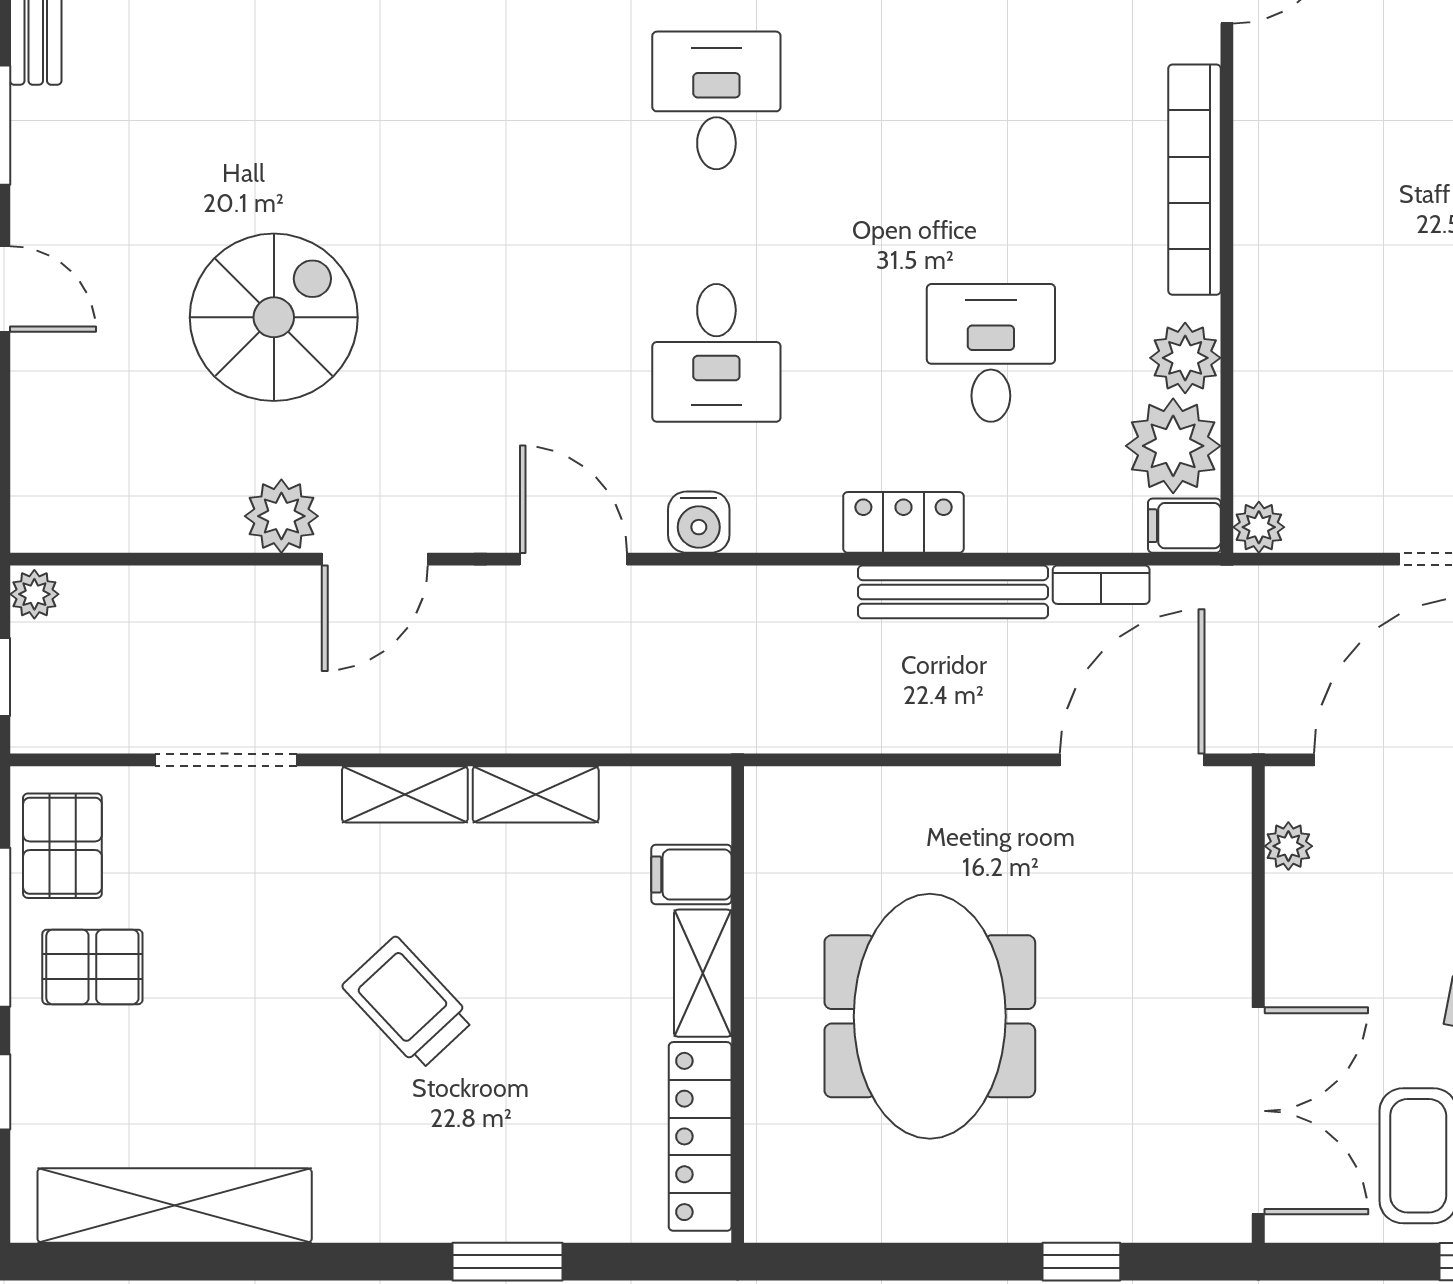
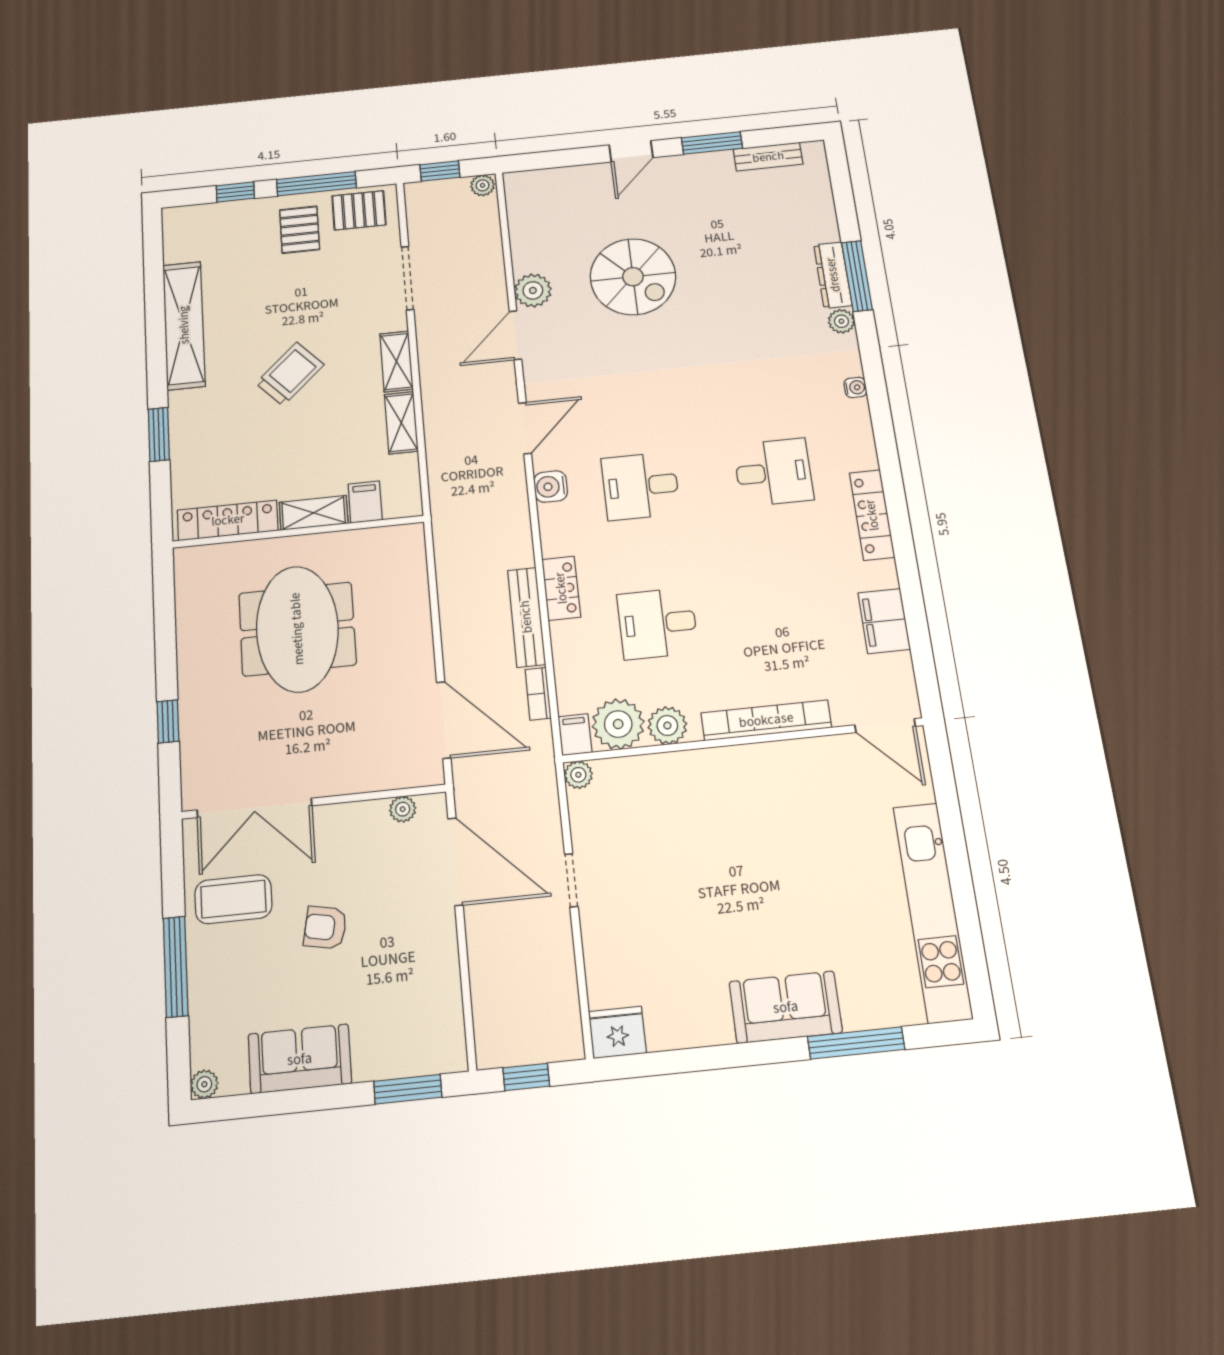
desk: (991, 353) -> (658, 623), turned 180
door: (375, 559) -> (515, 335), hinge flipped
meeting table: (930, 1016) -> (297, 629), turned 90
shelving: (175, 1205) -> (184, 325), moved

